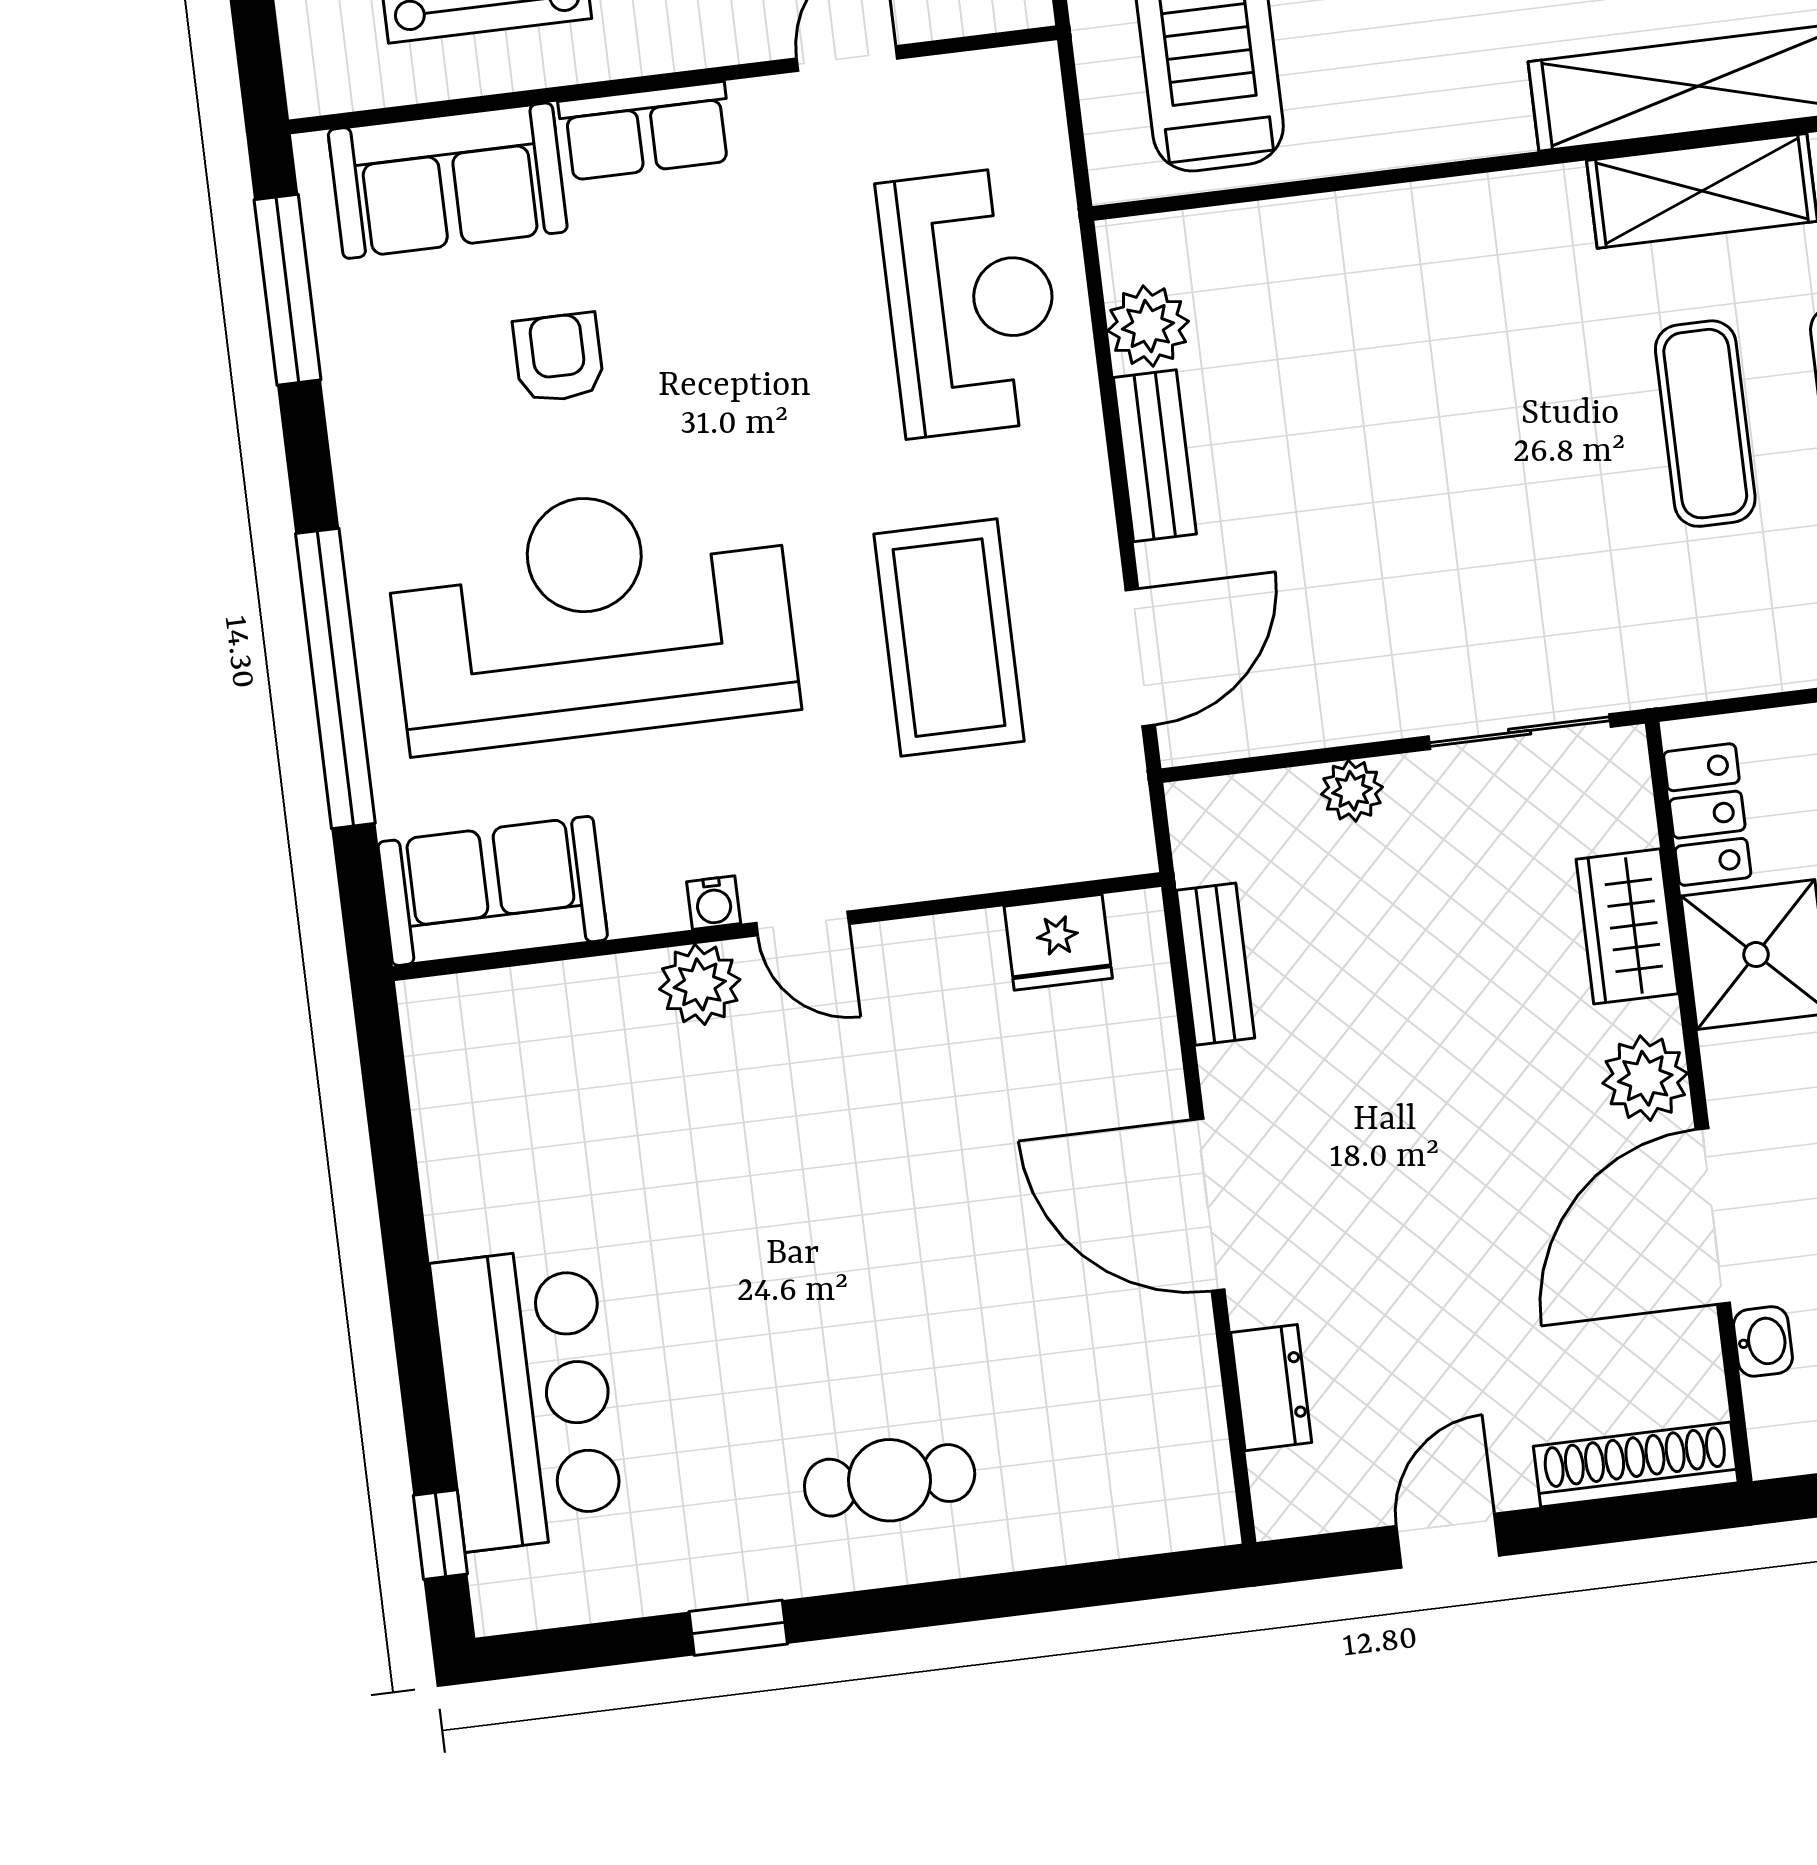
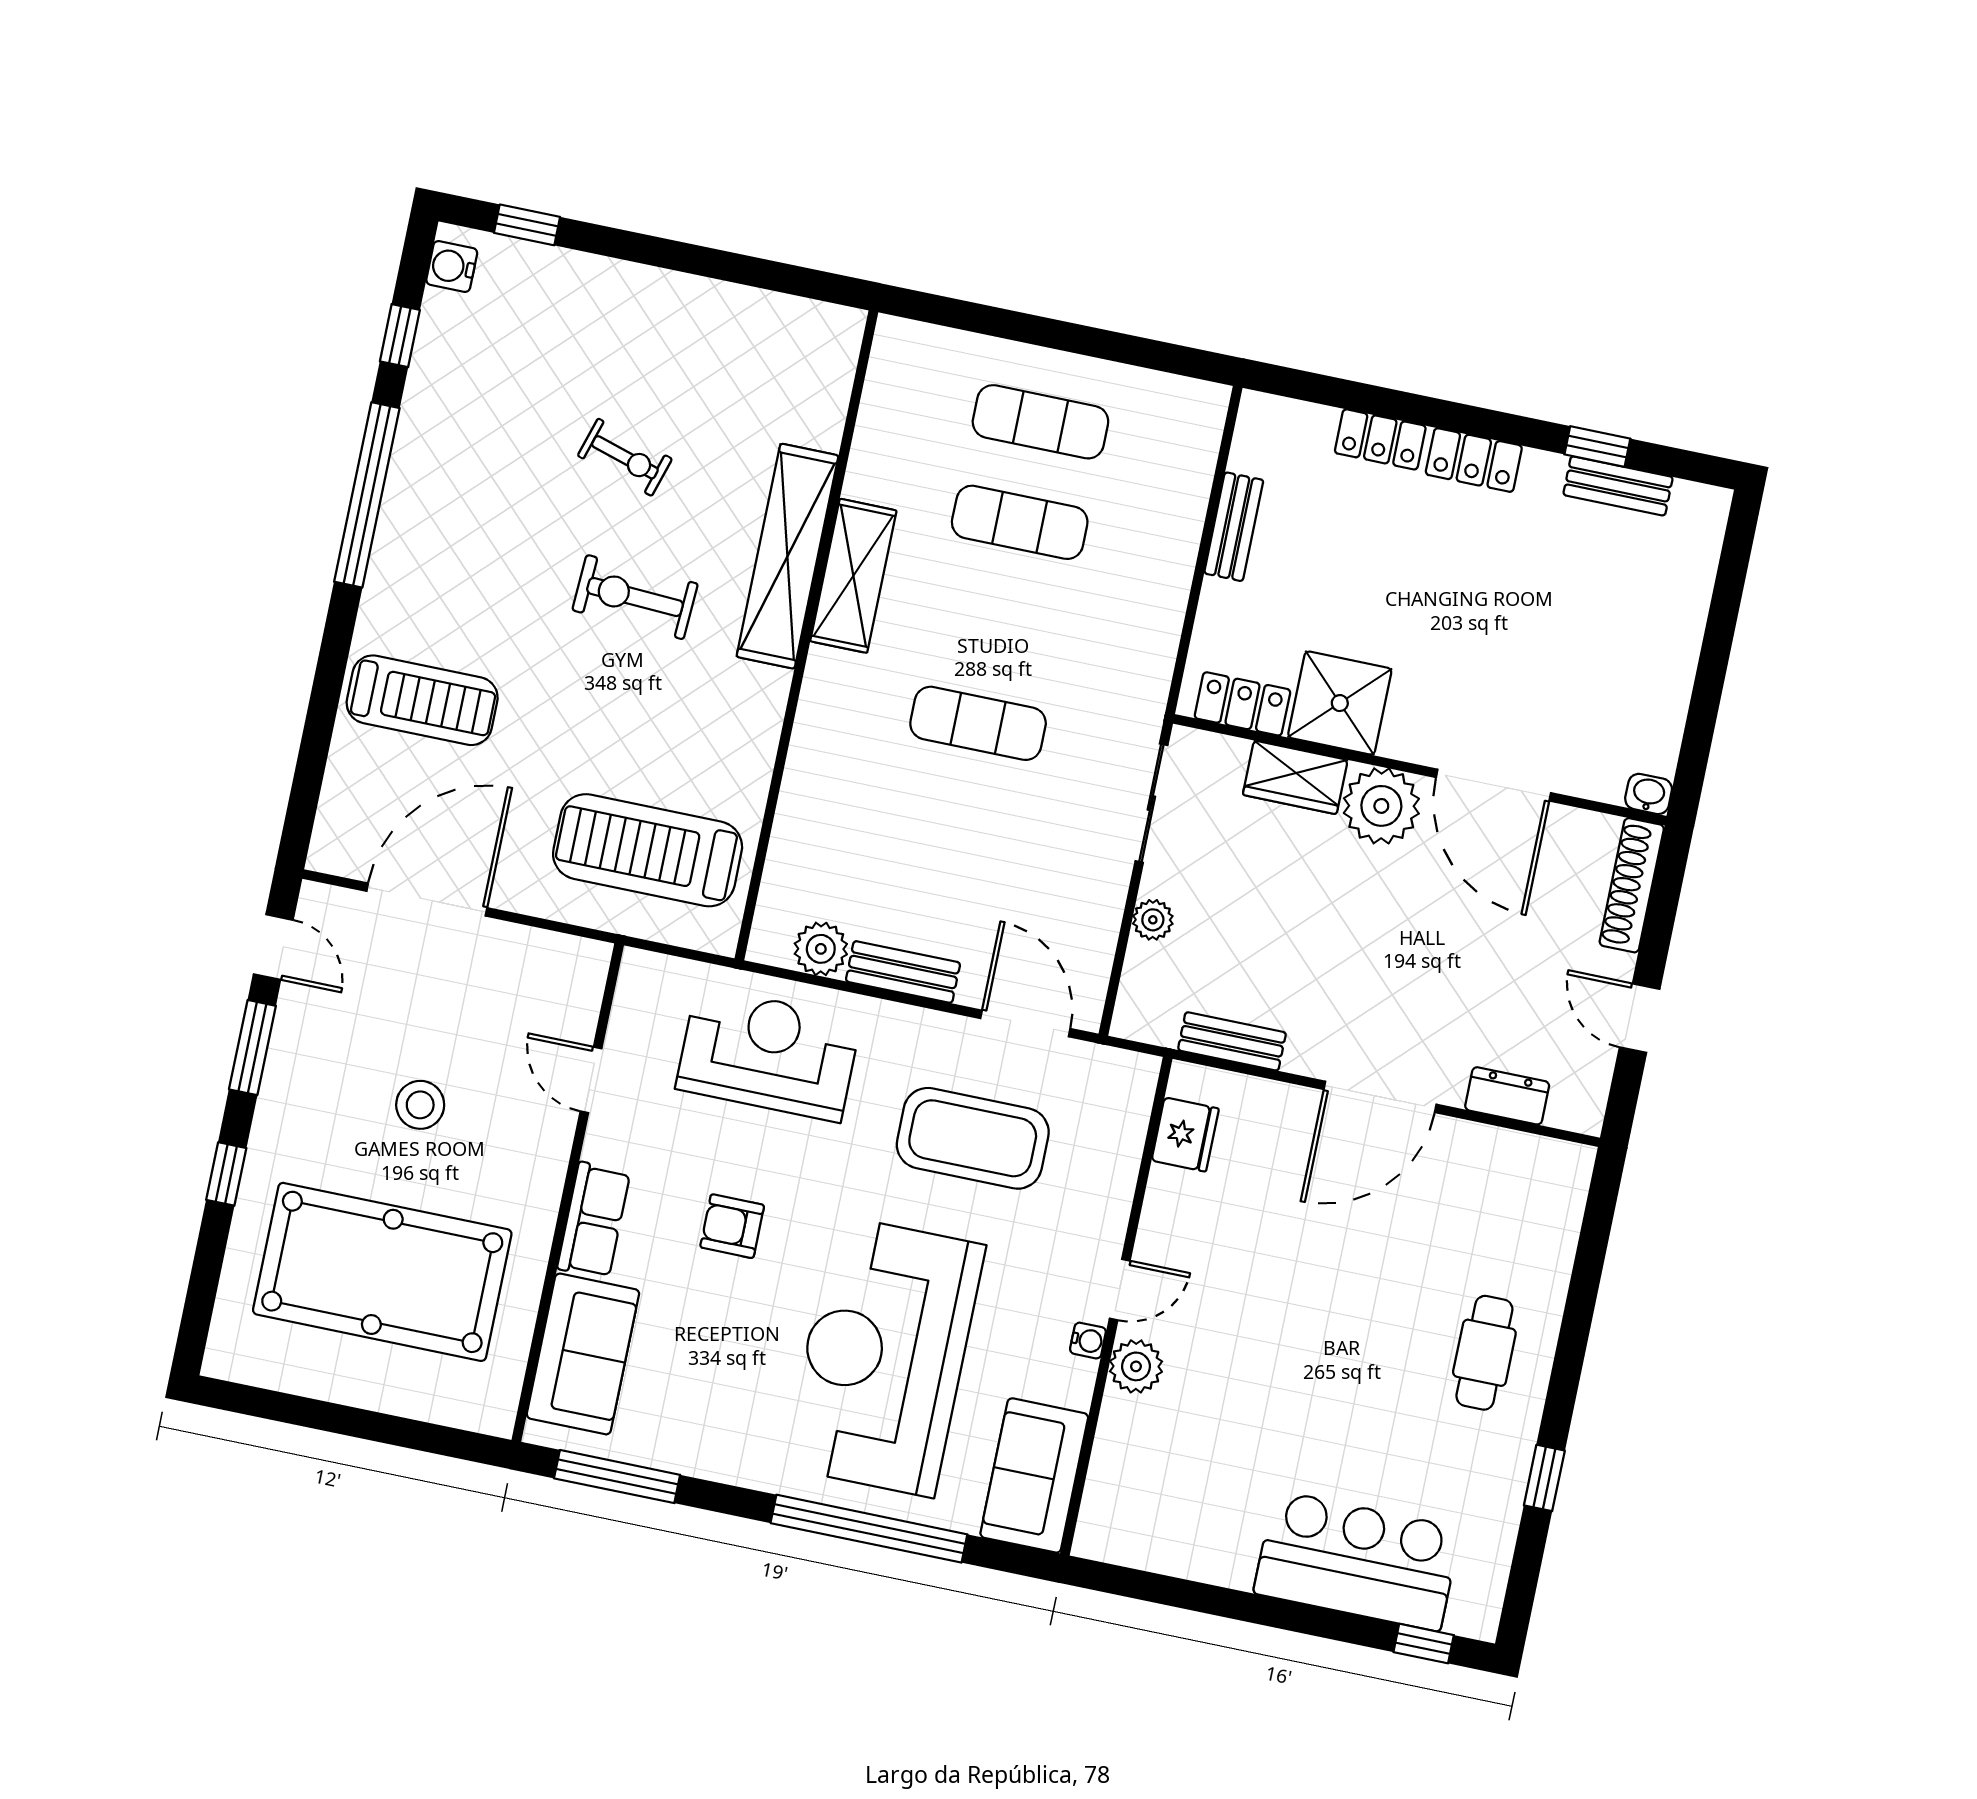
armchair: (558, 358) -> (732, 1226), moved
exercise mat: (1705, 424) -> (978, 723), moved
plant: (1645, 1078) -> (1381, 806), width x1.36, depth x1.36
washbasin: (1763, 1341) -> (1649, 794), moved

